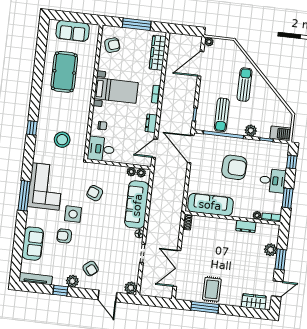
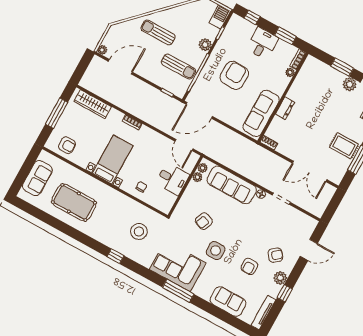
armchair: (112, 45) -> (67, 145), turned 108
door: (201, 64) -> (120, 67), swing flipped
dresser: (151, 123) -> (158, 139), removed
desk: (101, 149) -> (173, 179), moved, turned -90
dresser: (246, 226) -> (285, 108), moved
armchair: (64, 236) -> (249, 266), moved
plant: (271, 250) -> (350, 84), moved
plant: (131, 288) -> (310, 224), removed

